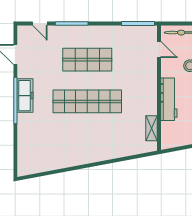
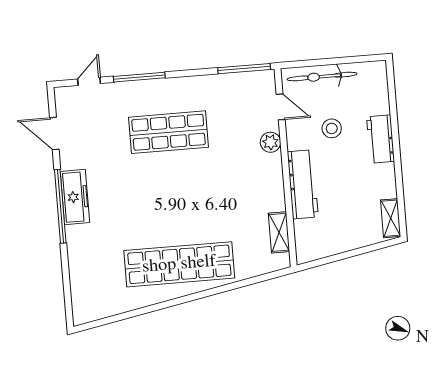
door: (40, 24) -> (89, 81), swing flipped
plant: (151, 71) -> (270, 142), added
shop shelf: (87, 101) -> (179, 264), moved

